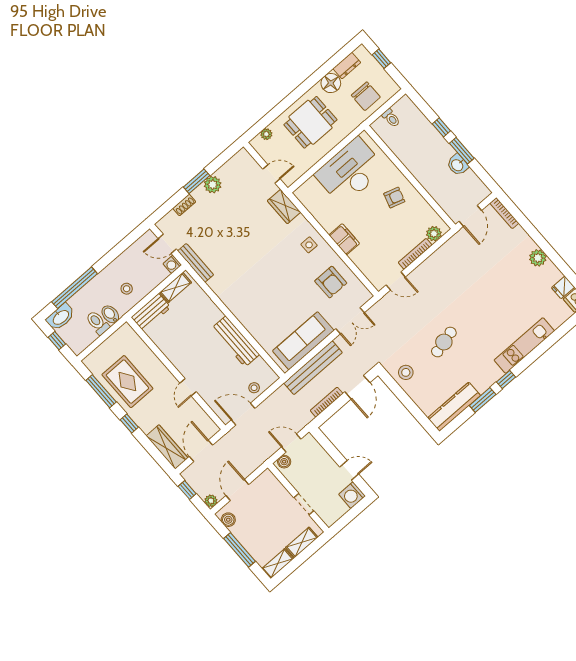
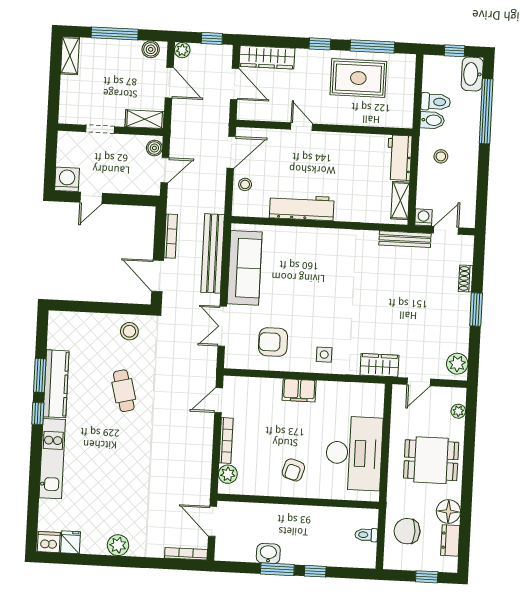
dining table: (310, 122) -> (431, 460), turned 90
plant: (213, 185) -> (457, 364), moved
kitchen counter: (454, 407) -> (56, 384), moved
shelving: (302, 542) -> (145, 119), moved, turned 90

